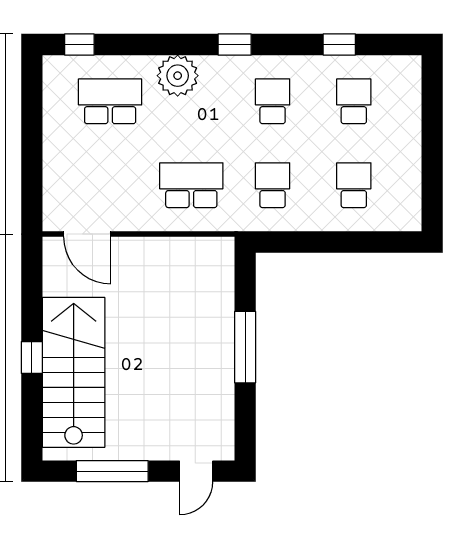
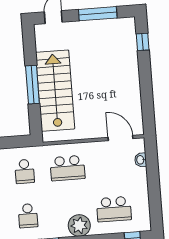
washbasin: (53, 190) -> (141, 160), added
window: (32, 357) -> (143, 42), moved
stairs: (74, 372) -> (55, 91), moved, turned 180

